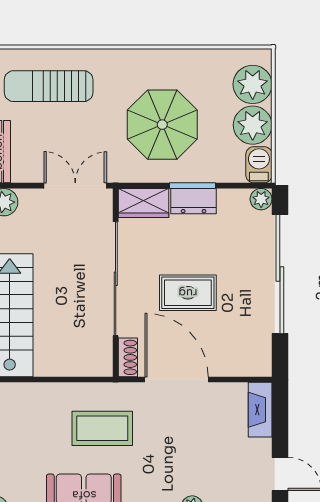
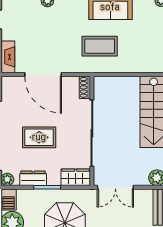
dresser: (194, 201) -> (33, 178), moved
rug: (188, 293) -> (39, 137), moved
door: (177, 380) -> (43, 74), moved

